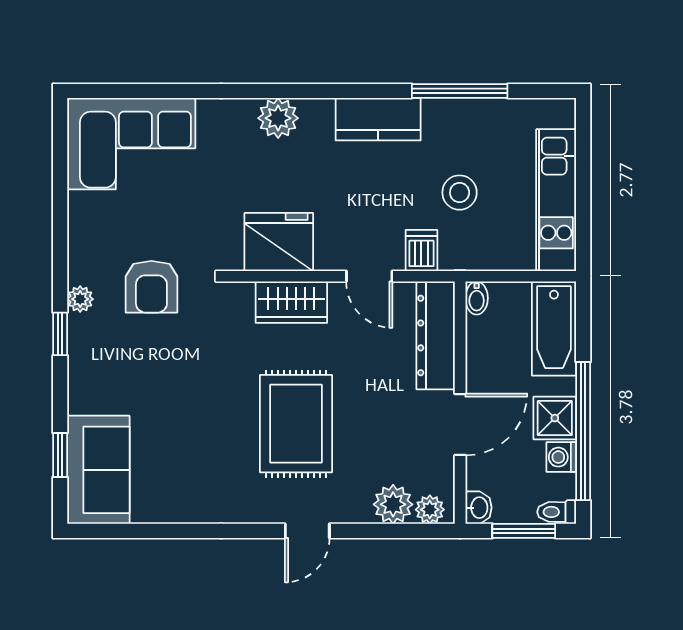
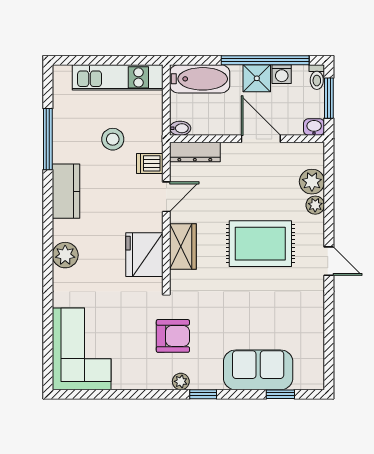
dresser: (436, 335) -> (195, 152), width x0.73, depth x0.80
sofa: (98, 470) -> (258, 370), moved
plant: (430, 510) -> (315, 205), moved
door: (307, 531) -> (329, 261), moved

